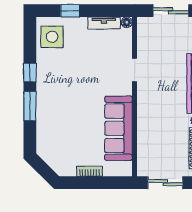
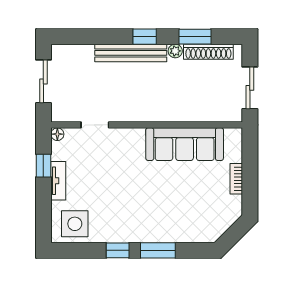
window: (70, 11) -> (43, 166), moved
tv unit: (104, 23) -> (58, 181), moved
doorway: (134, 70) -> (95, 125), moved

